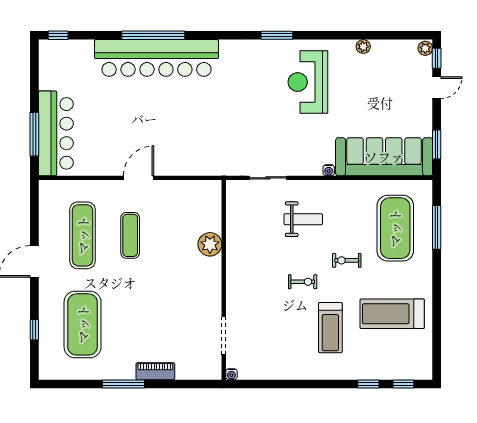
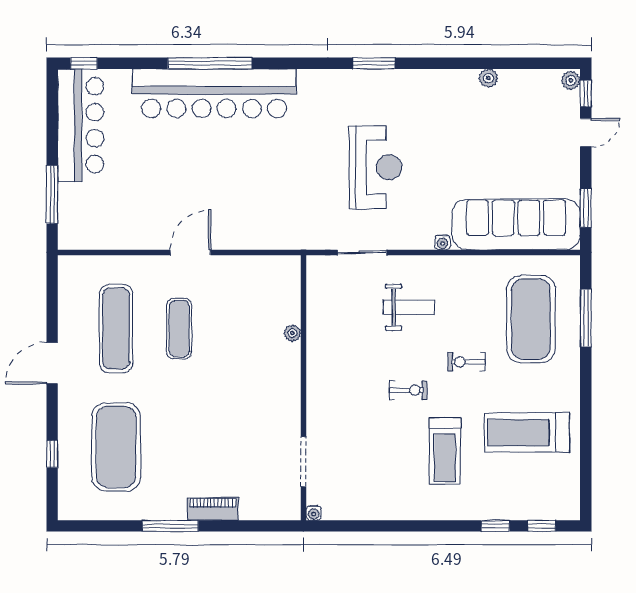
reception desk: (308, 82) -> (375, 167), moved, turned 180
bar counter: (56, 133) -> (81, 125), moved
plant: (210, 244) -> (292, 333), width x0.53, depth x0.53

